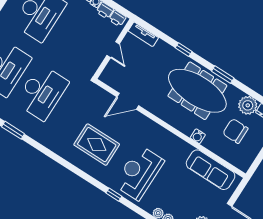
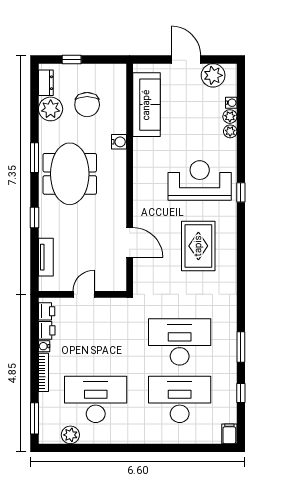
tv unit: (143, 34) -> (46, 257), moved
meeting table: (197, 91) -> (70, 174), width x0.73
reception desk: (139, 173) -> (200, 180), turned 180

